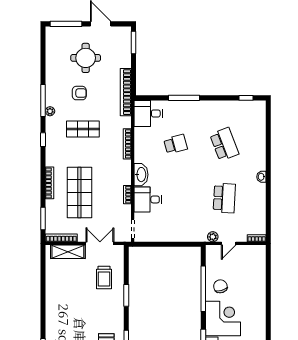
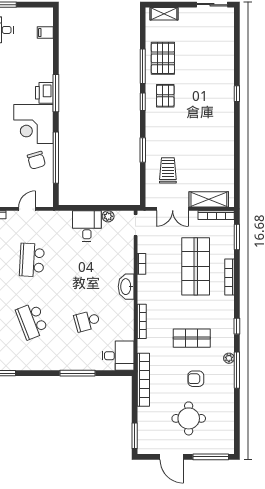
desk: (148, 199) -> (87, 226), moved, turned -90
plant: (213, 237) -> (108, 216), moved

